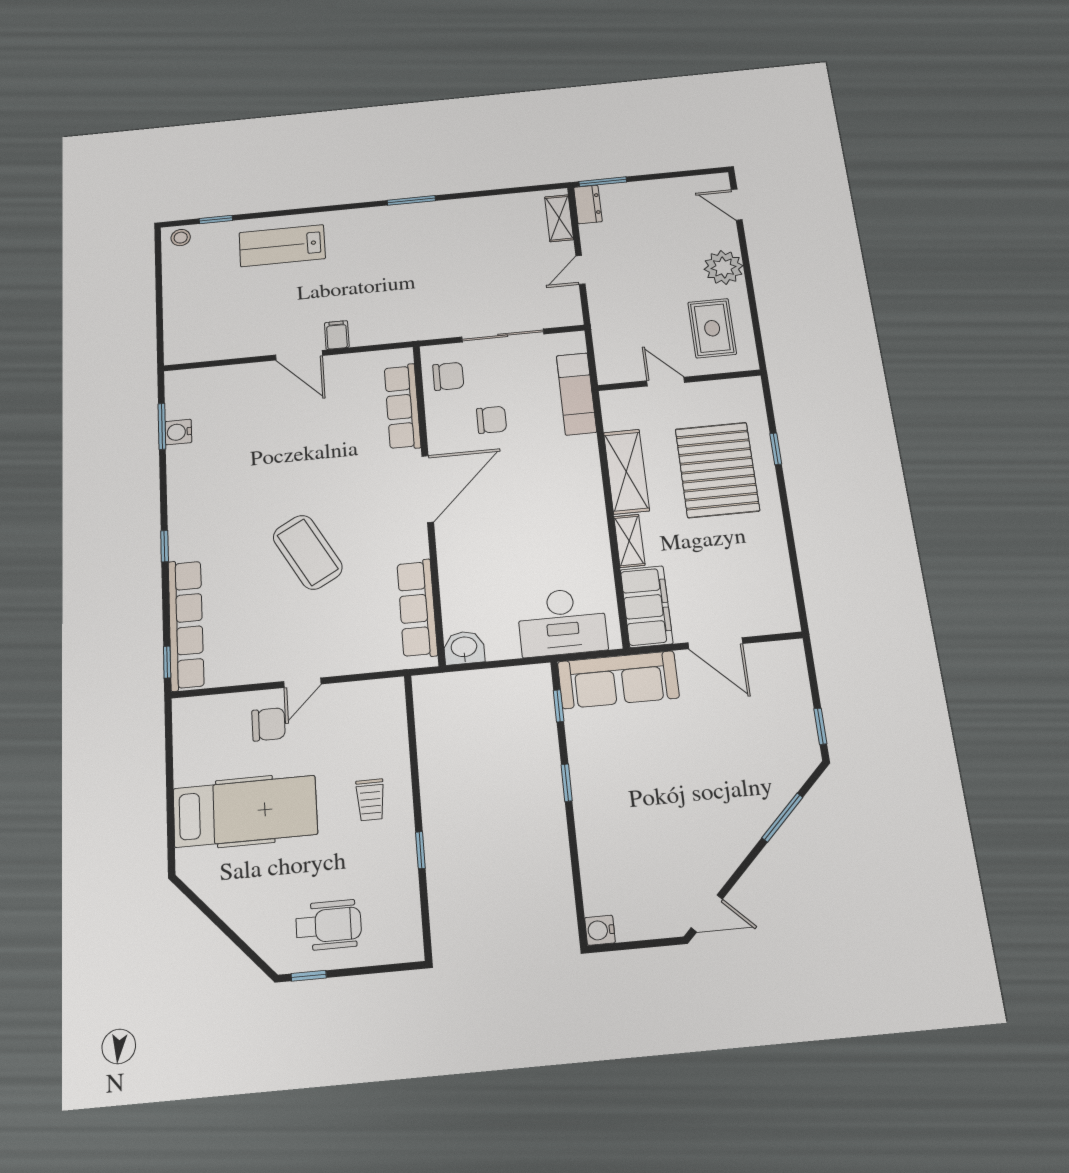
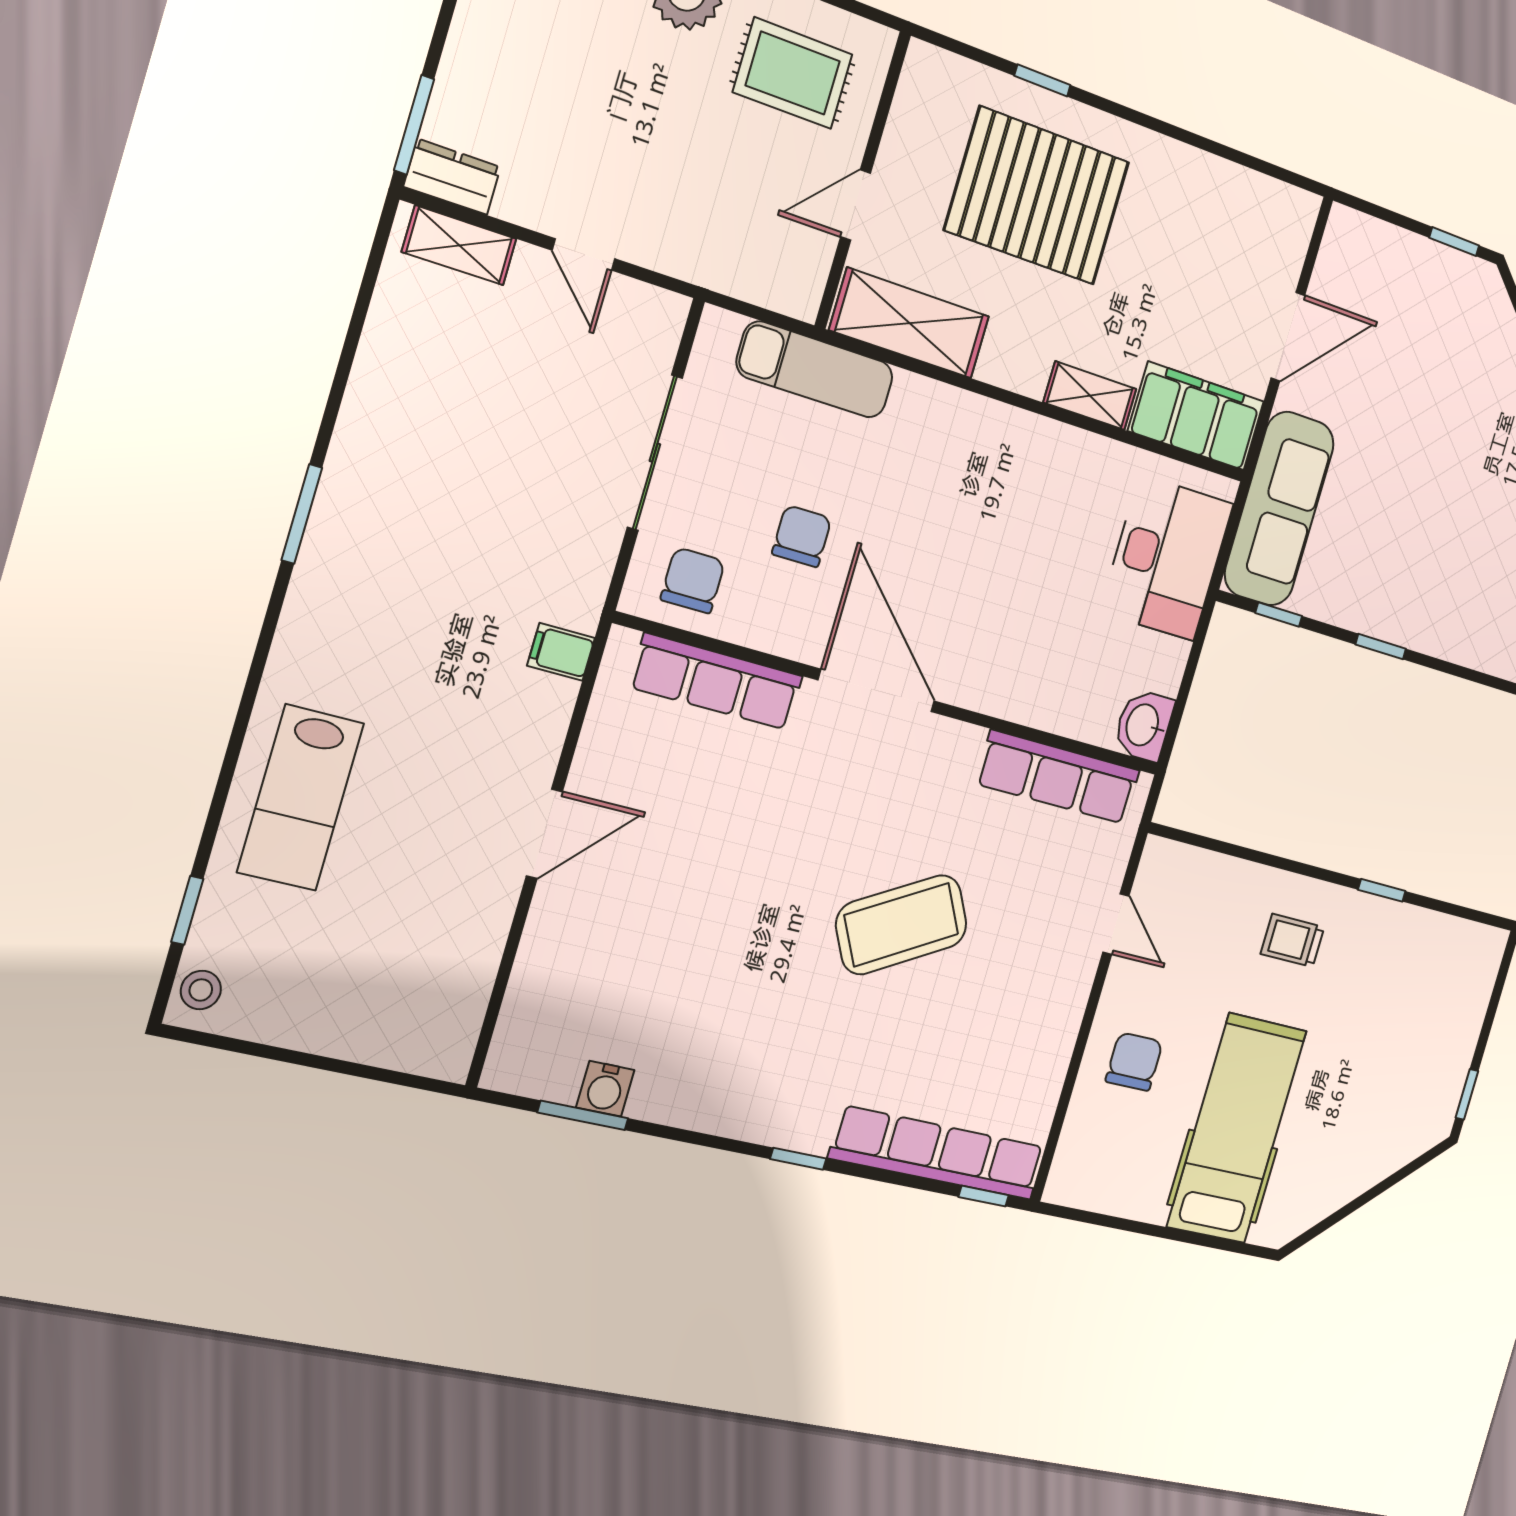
filing cabinet: (337, 335) -> (561, 652), moved
shelving: (626, 472) -> (910, 323), moved
door: (302, 683) -> (1116, 924), moved
trolley: (370, 800) -> (1292, 941), turned 180
wheelchair: (329, 925) -> (1420, 1050), removed

